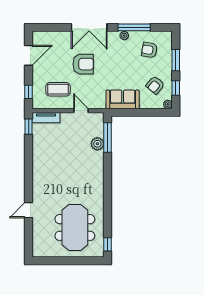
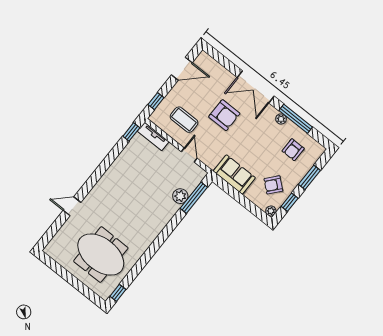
armchair: (149, 50) -> (293, 150), turned -99
meeting table: (75, 227) -> (101, 255), turned 90

